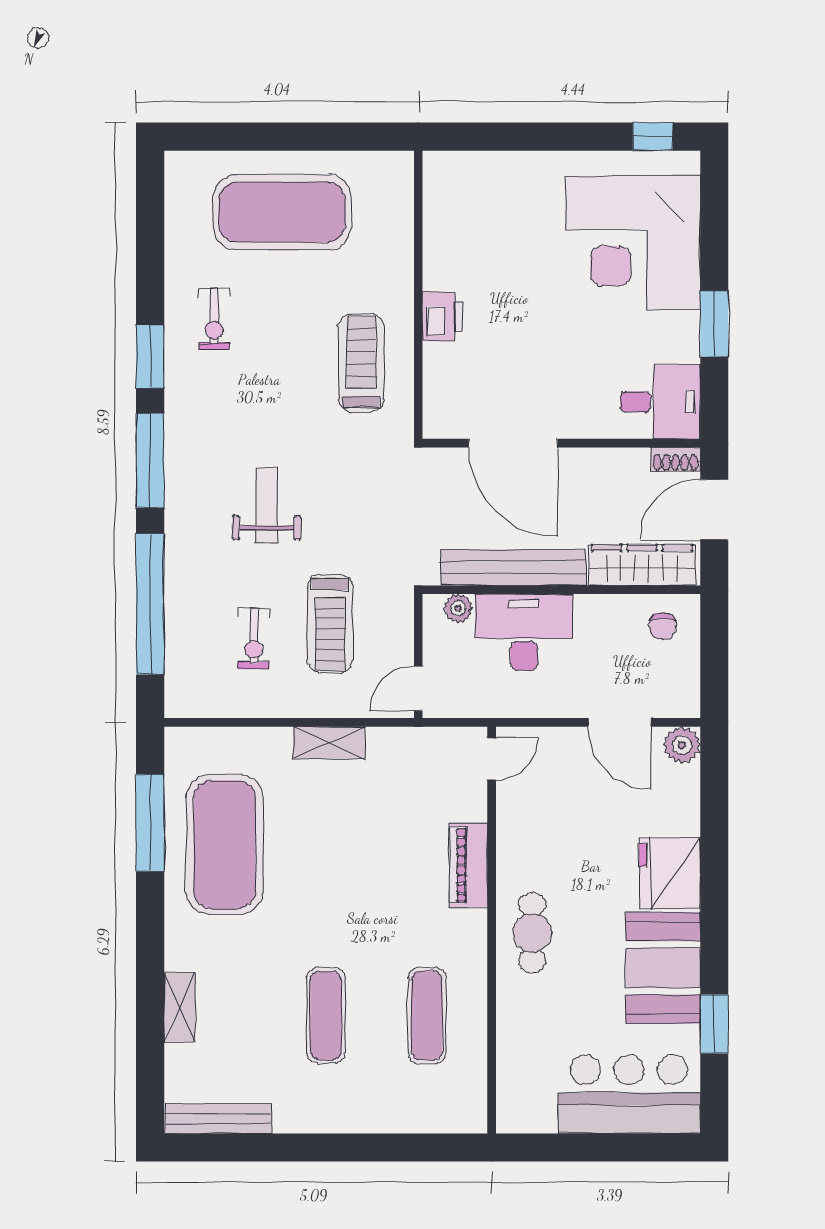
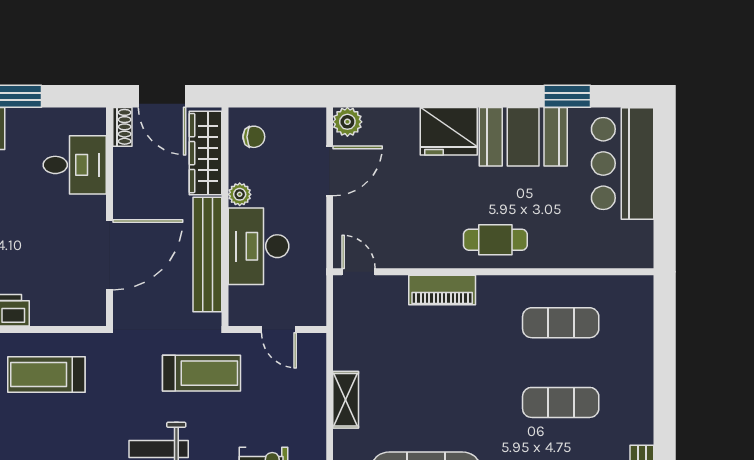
desk: (660, 402) -> (75, 165), moved, turned 90
plant: (458, 608) -> (240, 194), moved
treadmill: (330, 623) -> (202, 373), moved
door: (418, 689) -> (279, 330), moved

